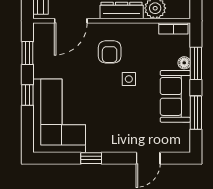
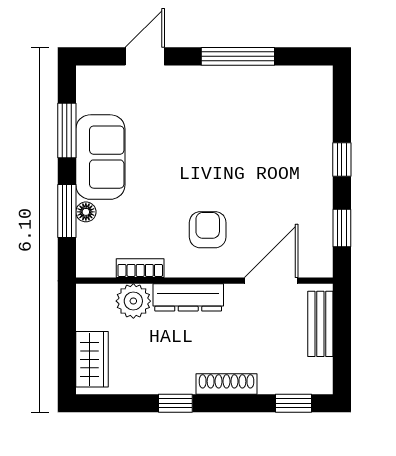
bookcase: (173, 28) -> (140, 268), moved
side table: (129, 79) -> (176, 185), removed
corner sofa: (59, 116) -> (290, 126), removed
window: (91, 158) -> (238, 56), width x2.17

